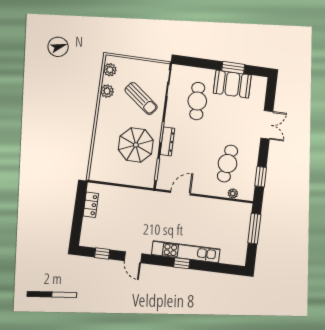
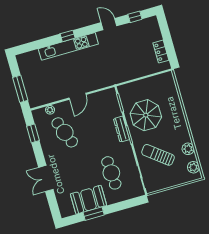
cafe table: (228, 164) -> (65, 132), turned -30
door: (180, 193) -> (78, 96), moved

